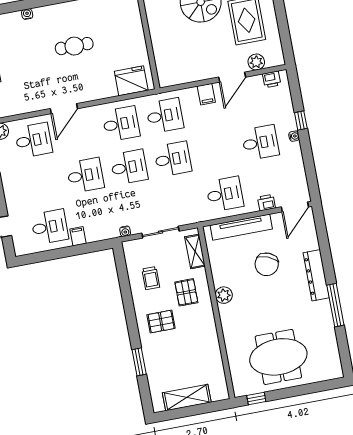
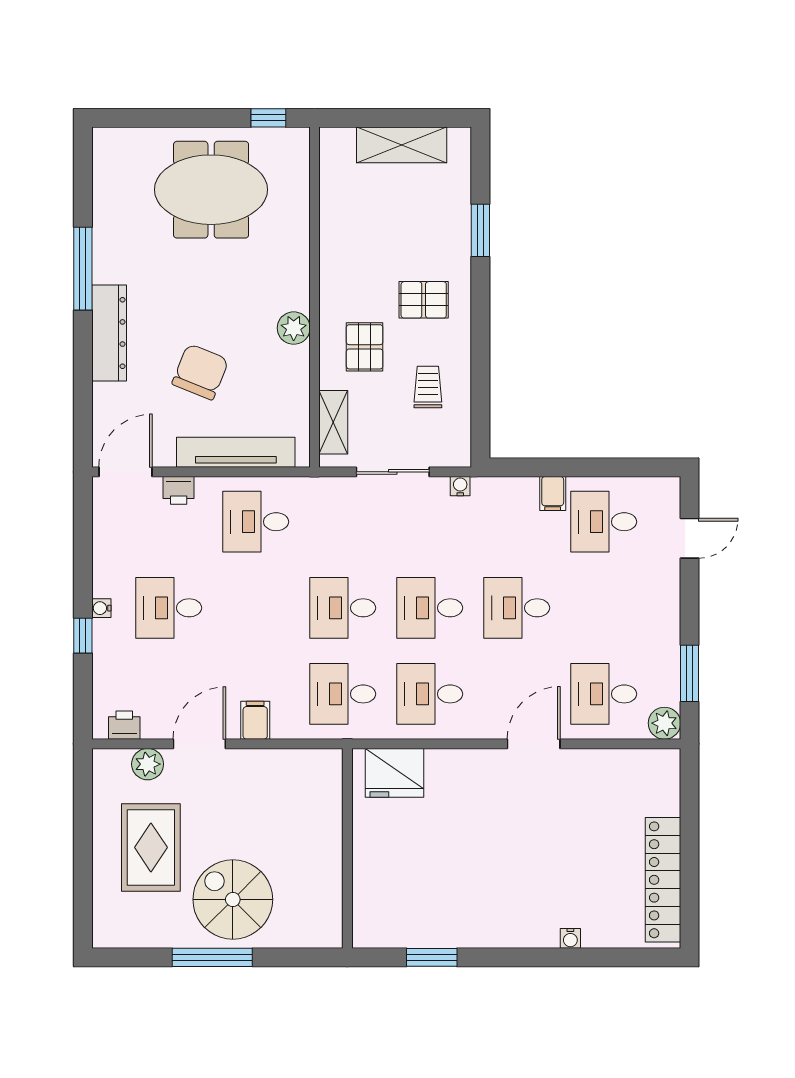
cafe table: (74, 46) -> (491, 860), removed

